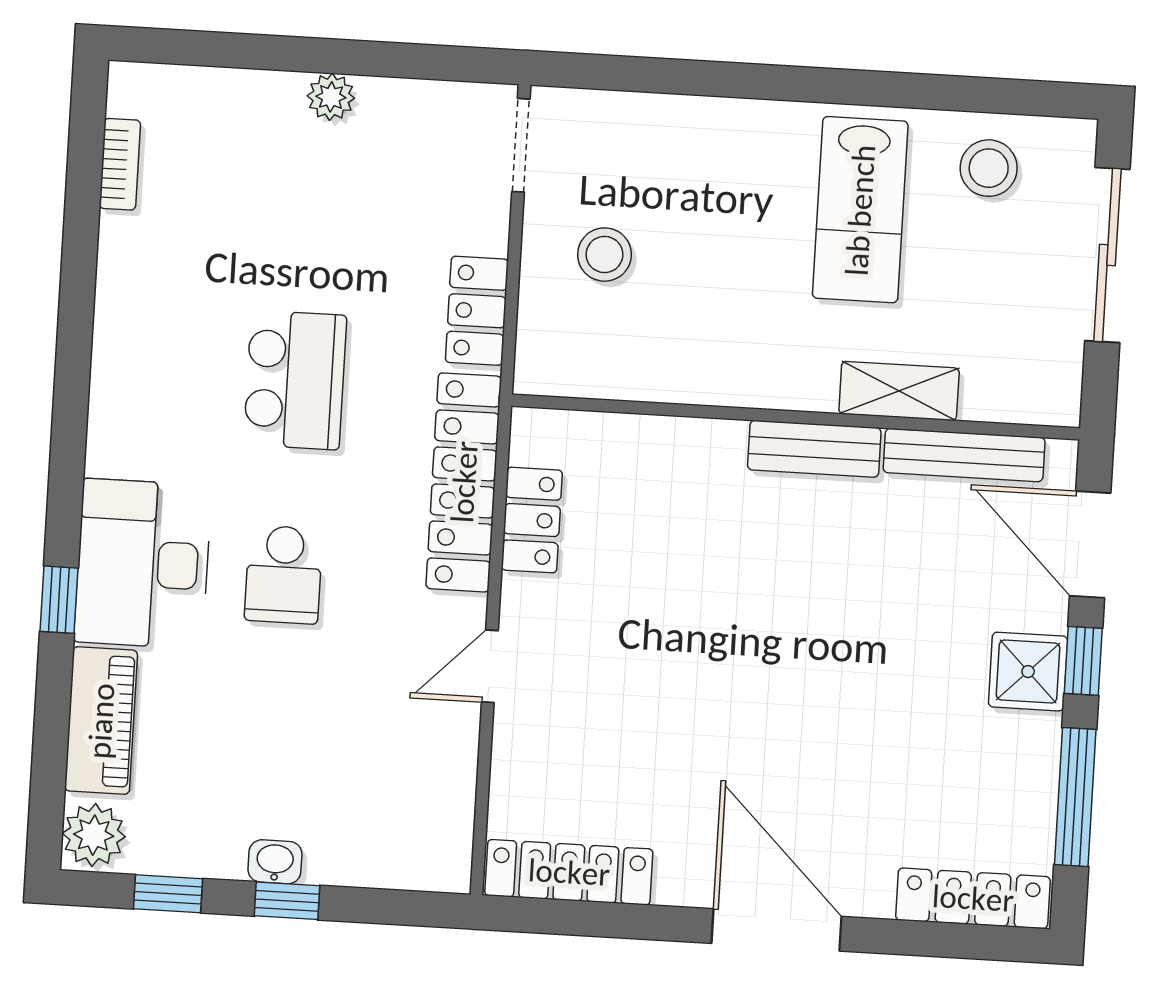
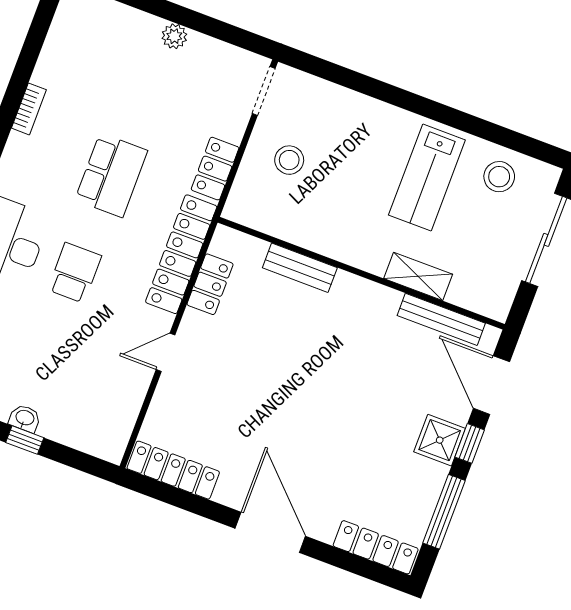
bookcase: (120, 164) -> (29, 109), moved
bench: (814, 449) -> (300, 268), moved
school desk: (284, 575) -> (75, 273), turned 180

